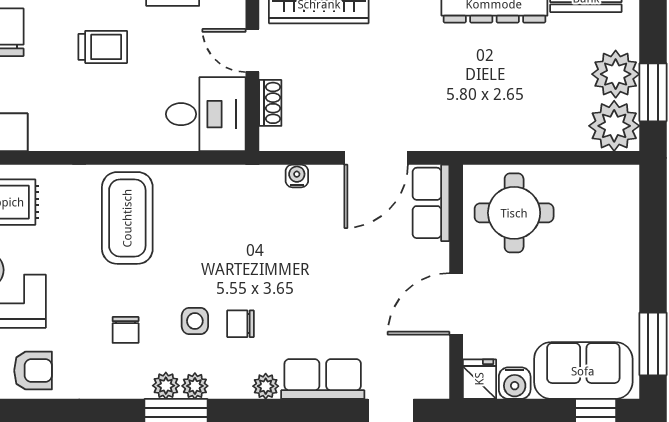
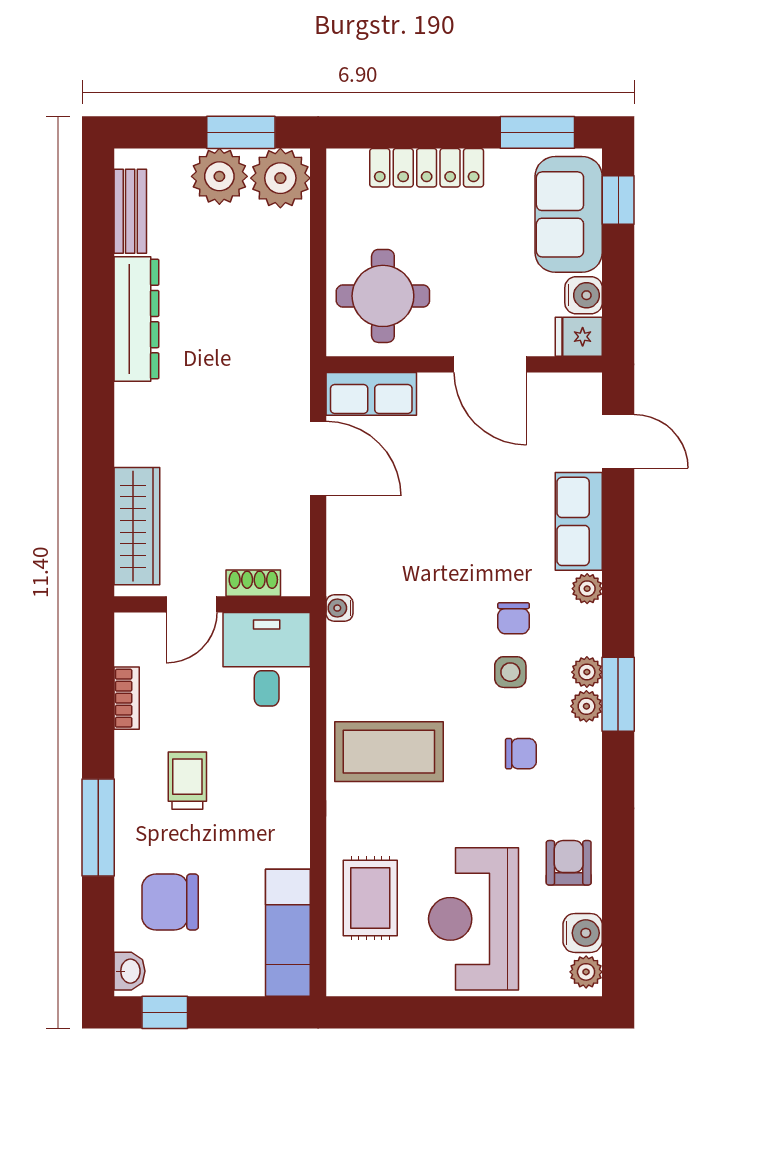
water cooler: (297, 176) -> (339, 608), moved
locker: (623, 250) -> (427, 168), added

